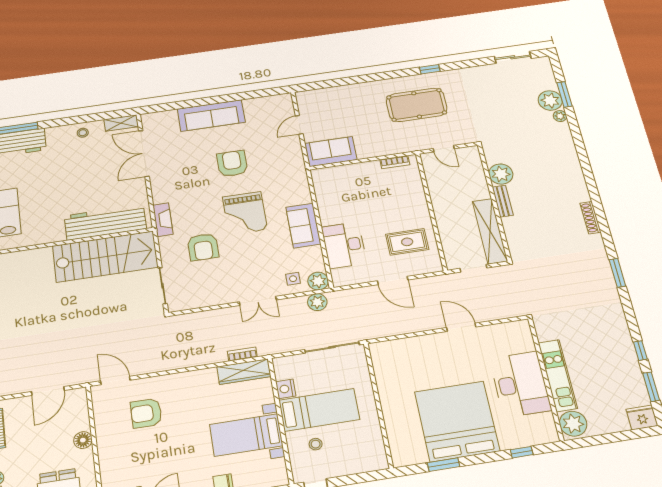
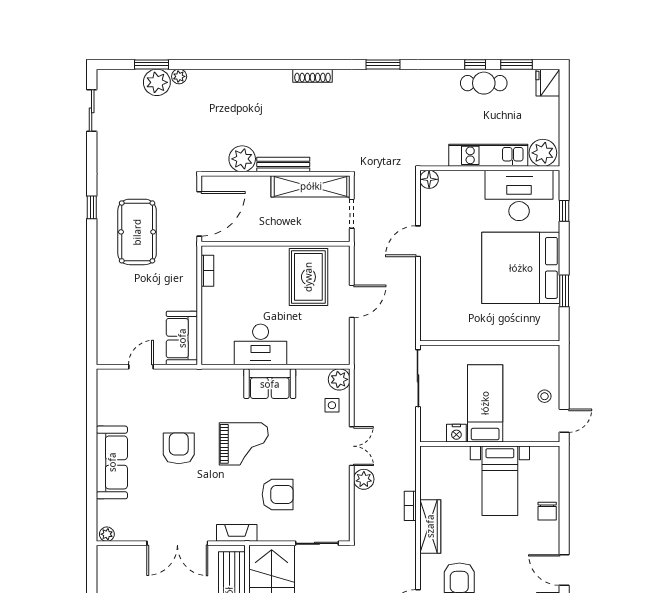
plant: (147, 121) -> (107, 534), added
shelving: (121, 123) -> (105, 564), removed
door: (299, 125) -> (141, 367), swing flipped
door: (444, 149) -> (199, 214), width x1.88
double door: (144, 153) -> (177, 543), moved
armchair: (232, 164) -> (179, 448), turned 90
bench: (503, 201) -> (283, 165), width x1.36
rug: (407, 242) -> (308, 277), width x1.36, depth x1.43
desk: (344, 245) -> (261, 344), moved
plant: (317, 302) -> (364, 479), moved
floor lamp: (522, 328) -> (429, 179), added
bookcase: (242, 354) -> (410, 506), moved
cafe table: (625, 361) -> (484, 83), added
wardrobe: (244, 372) -> (430, 526), moved
desk: (520, 384) -> (519, 195), moved
stool: (316, 444) -> (545, 396), moved

